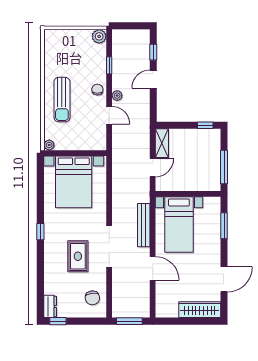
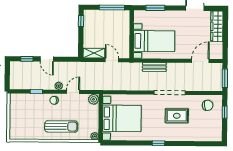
plant: (99, 36) -> (94, 99), moved
bench: (144, 225) -> (154, 67), width x0.73
door: (153, 268) -> (200, 61), moved
dresser: (50, 306) -> (214, 137), removed
window: (58, 321) -> (225, 112), moved

